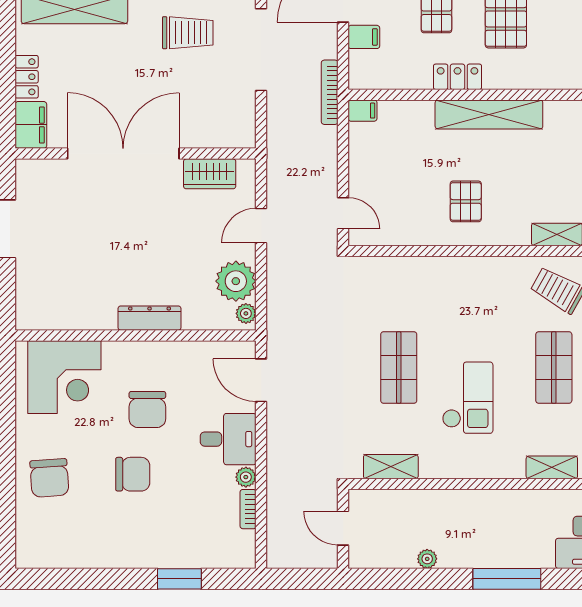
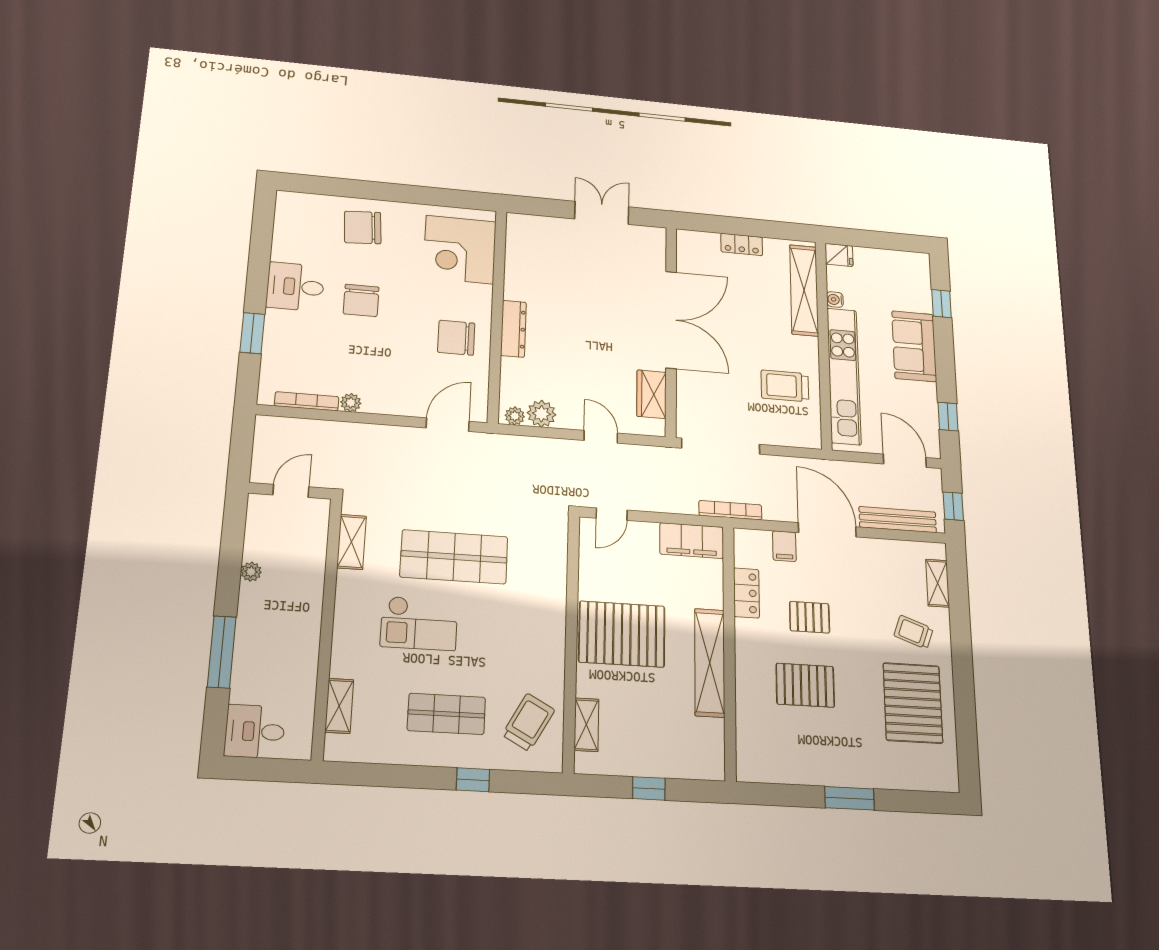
trolley: (188, 33) -> (785, 386), turned 90
doorway: (261, 50) -> (721, 446), moved
locker: (458, 77) -> (746, 593), moved
filing cabinet: (363, 111) -> (692, 541), width x3.00, depth x1.17
filing cabinet: (31, 125) -> (698, 244), removed
pallet: (466, 201) -> (622, 634), width x2.05, depth x2.00
plant: (236, 281) -> (541, 414), width x0.73, depth x0.73
shop shelf: (399, 368) -> (454, 557), width x1.43, depth x1.36
chair: (147, 410) -> (456, 338), moved
desk: (228, 439) -> (295, 287), moved, turned 90
bookcase: (248, 509) -> (307, 401), width x1.56

